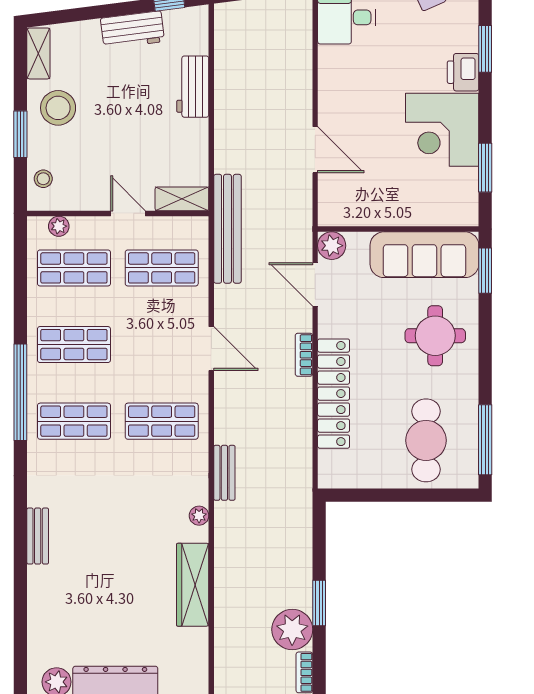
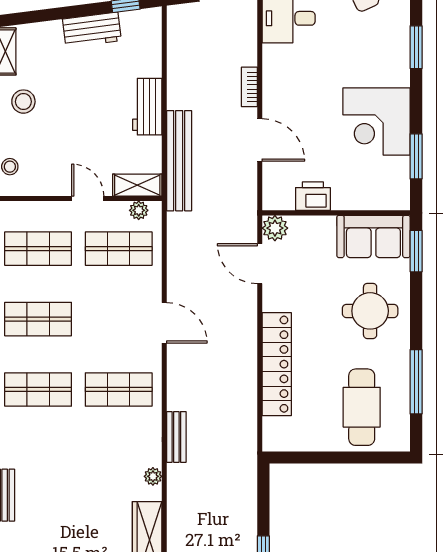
printer: (463, 72) -> (313, 196), moved, turned 90
workbench: (193, 87) -> (147, 107), moved
stool: (58, 108) -> (23, 102), width x0.73, depth x0.73
plant: (59, 226) -> (139, 210), moved
bench: (227, 229) -> (179, 161), moved
sofa: (424, 255) -> (373, 236), width x0.73
bookcase: (304, 355) -> (249, 87), moved
window: (485, 440) -> (416, 382), moved

